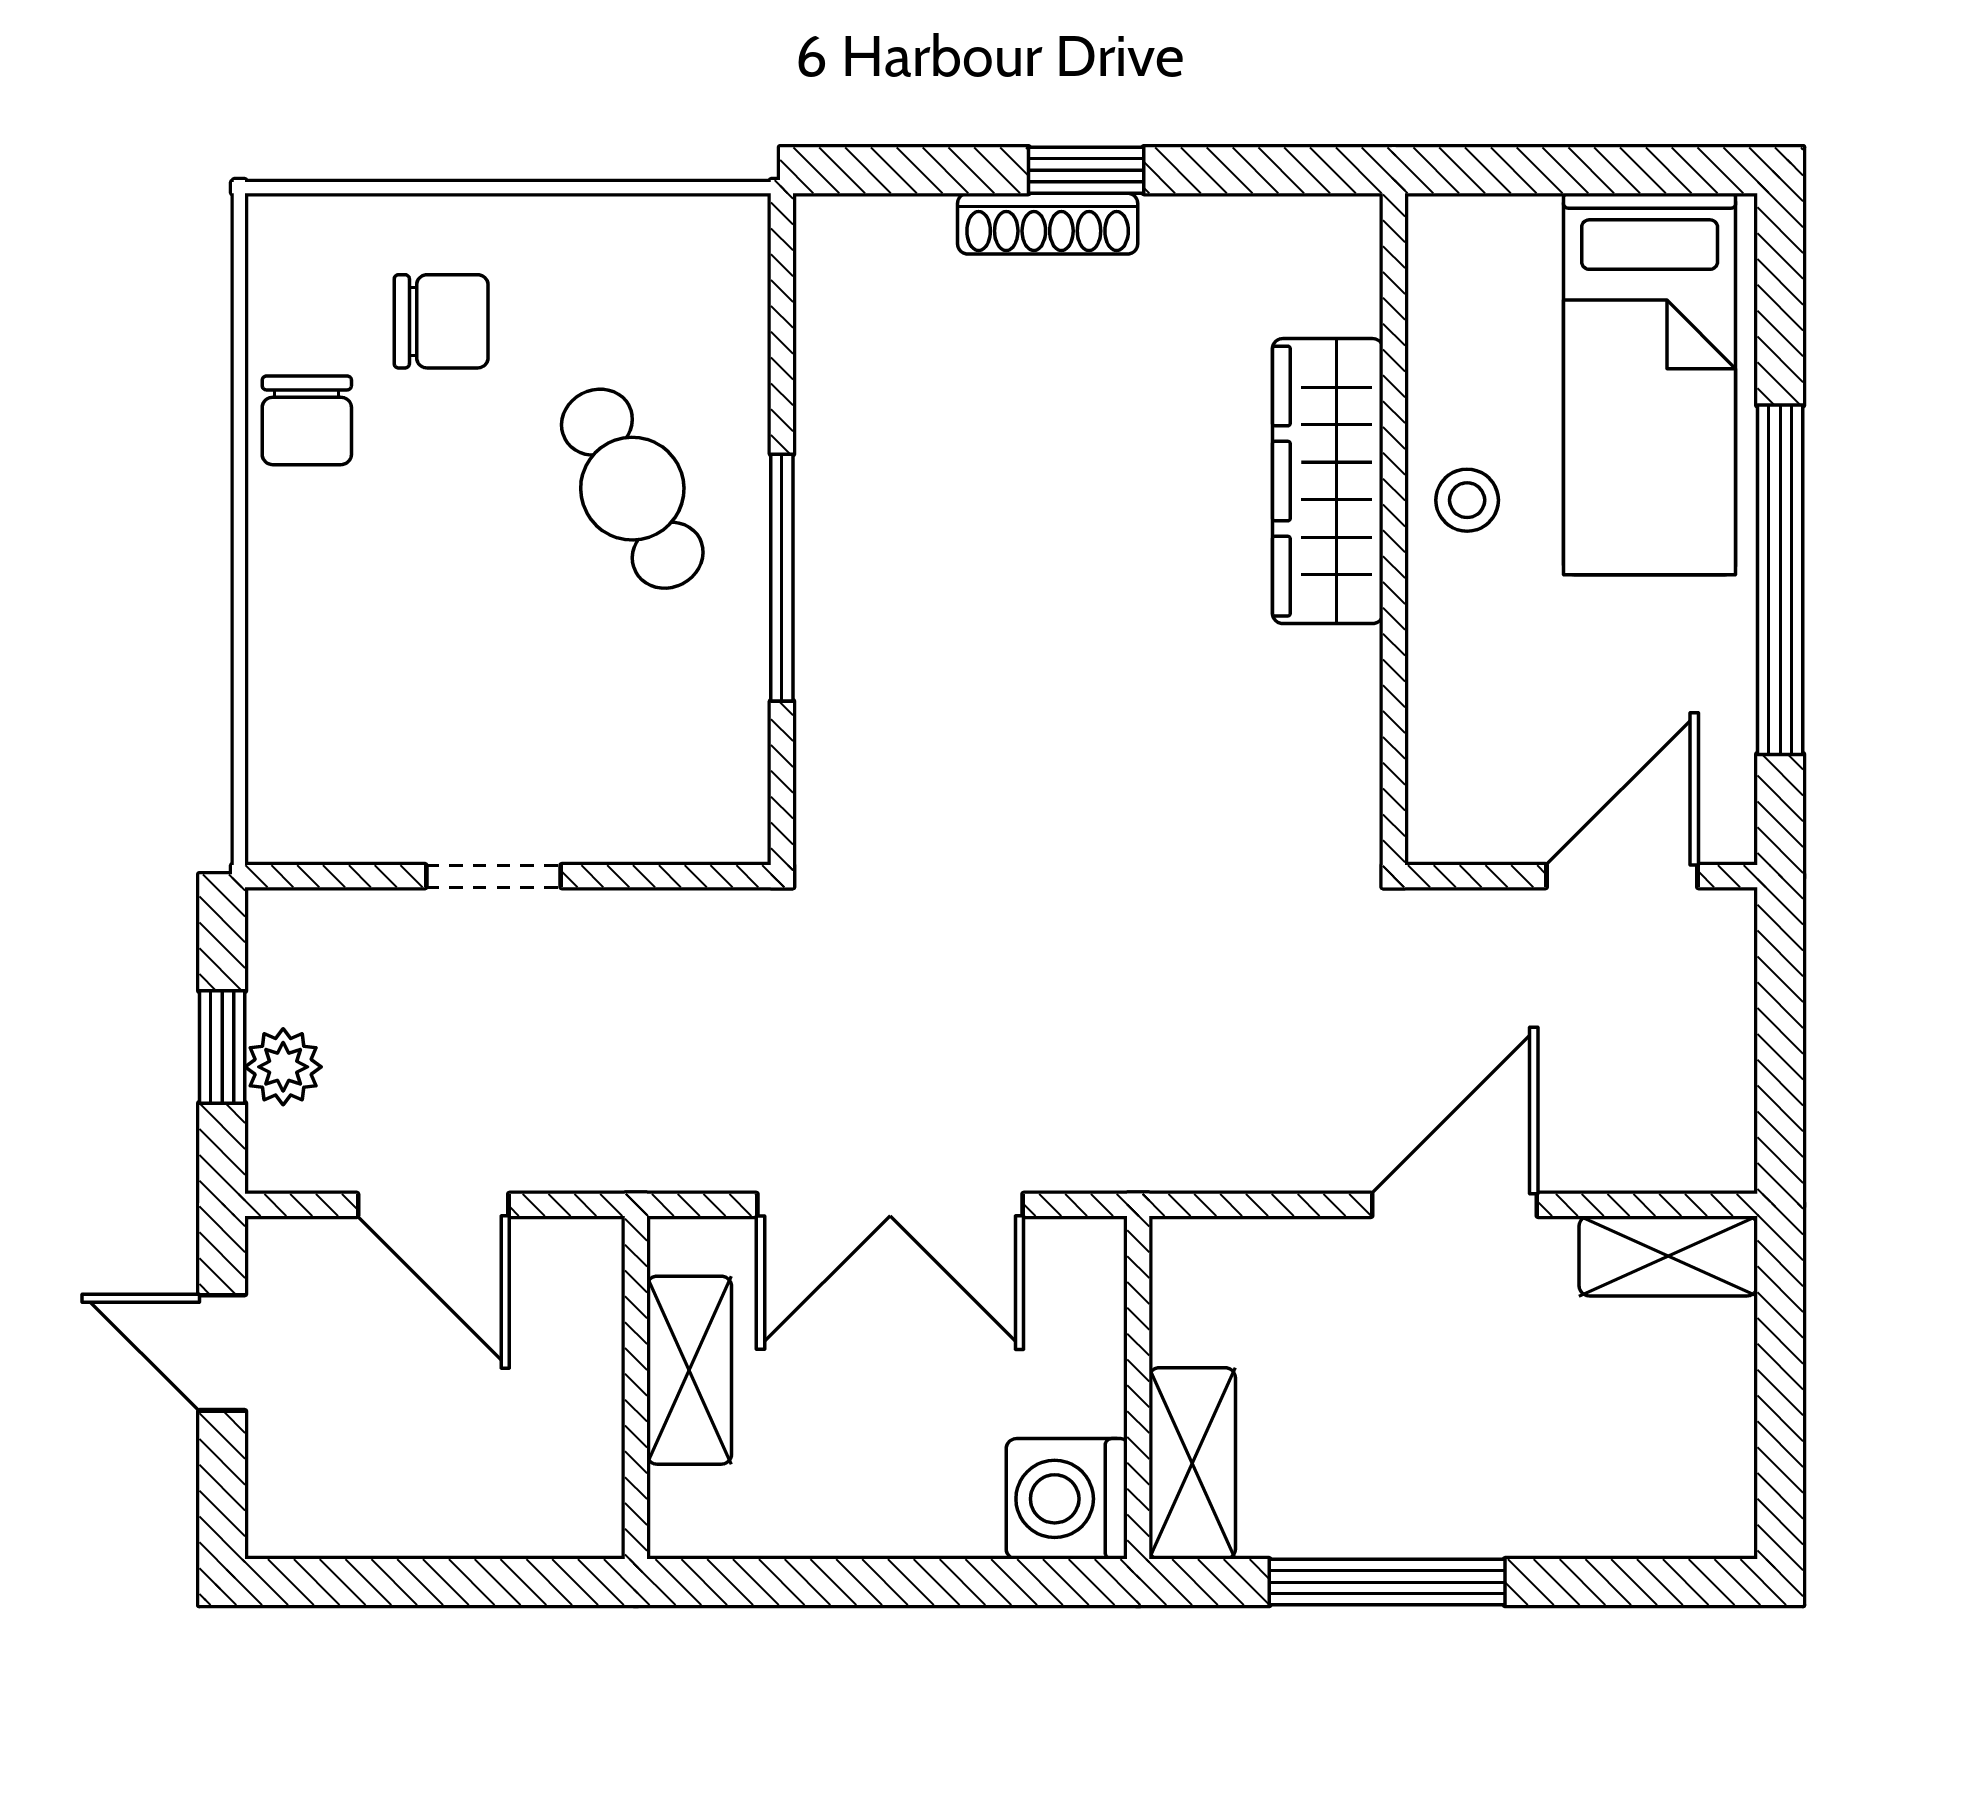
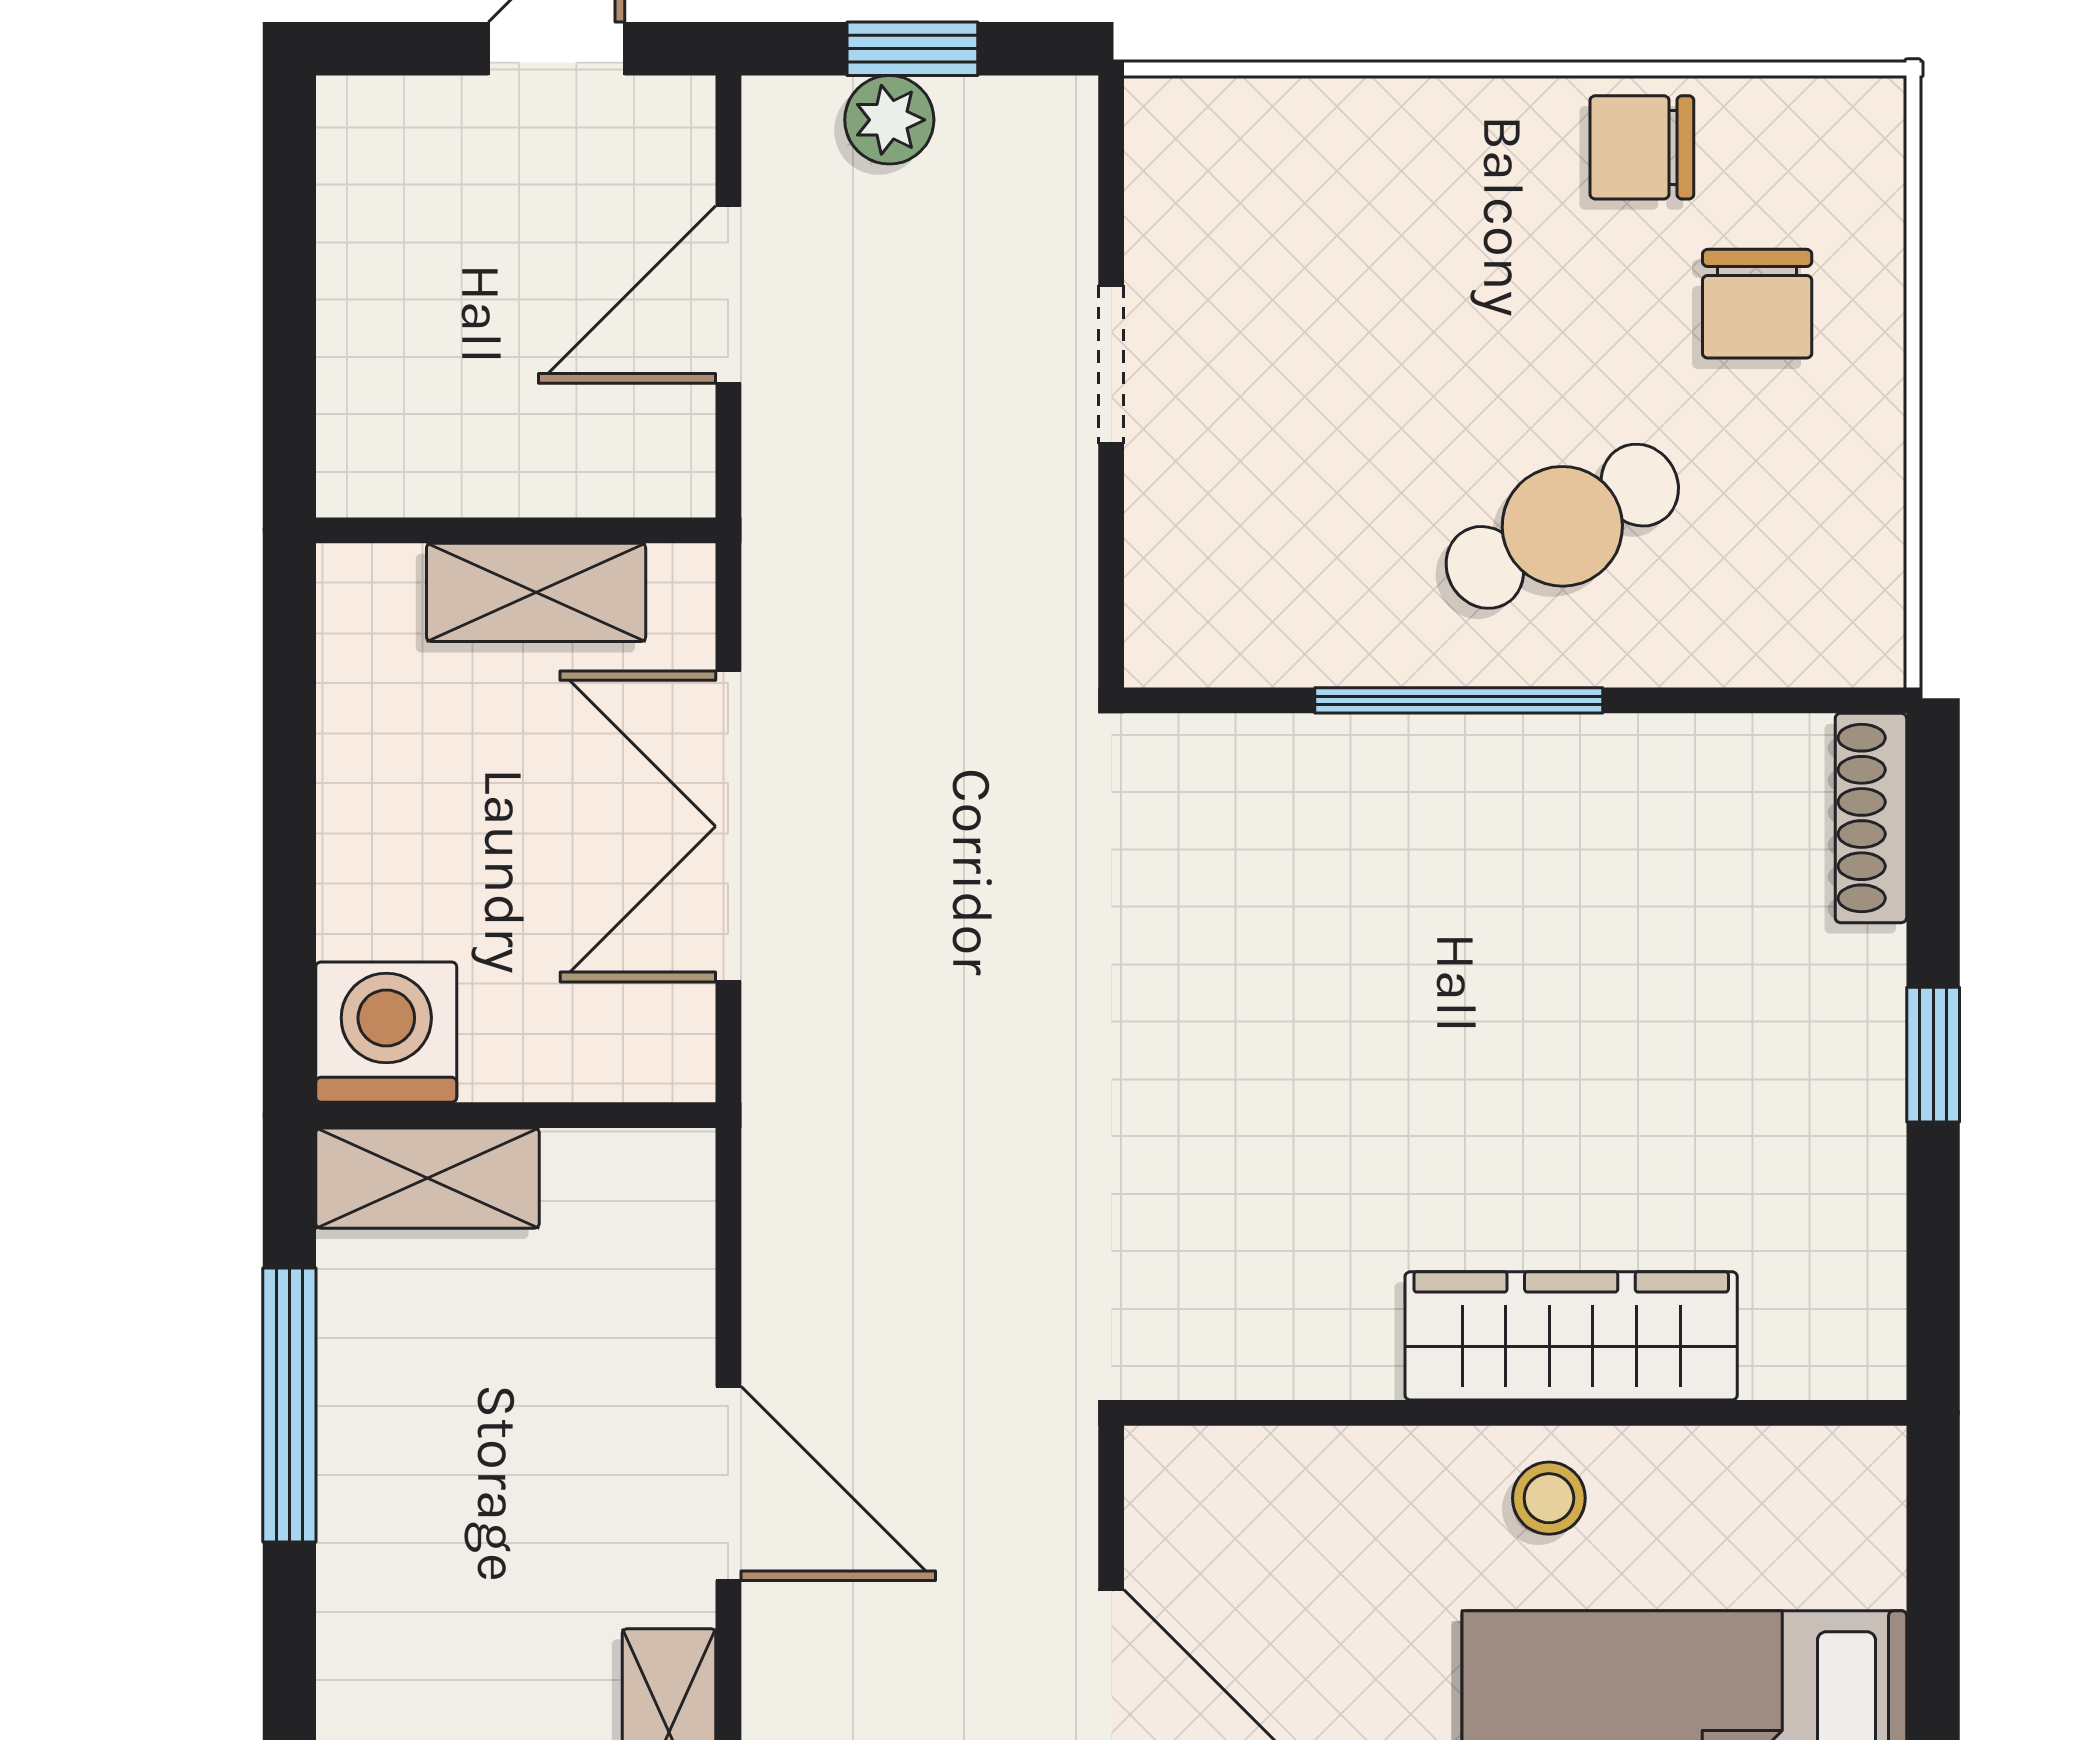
shoe rack: (1048, 224) -> (1871, 818), moved

